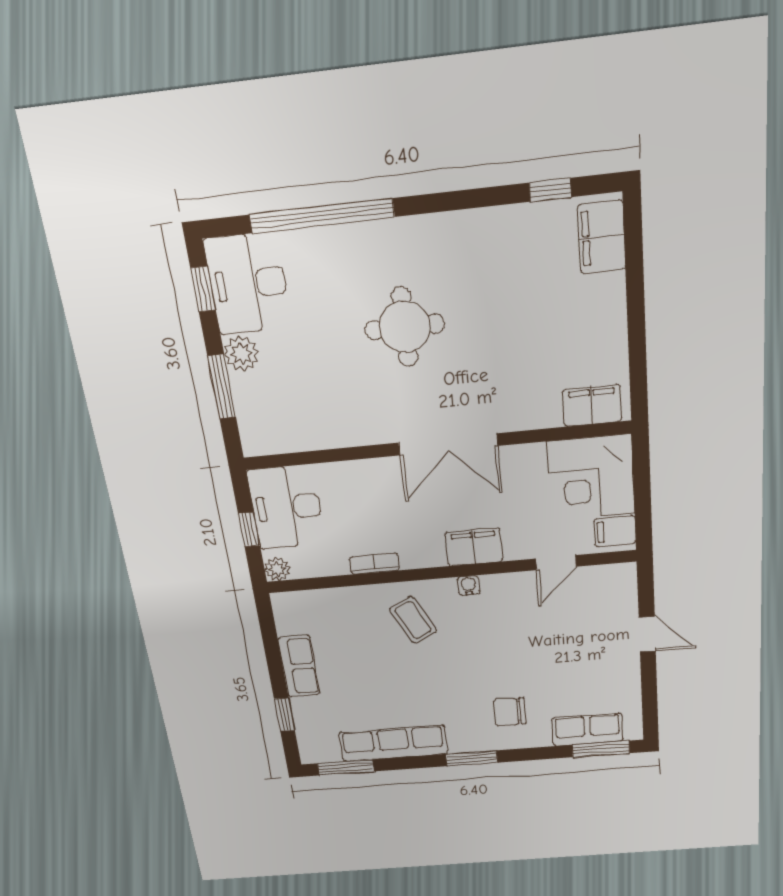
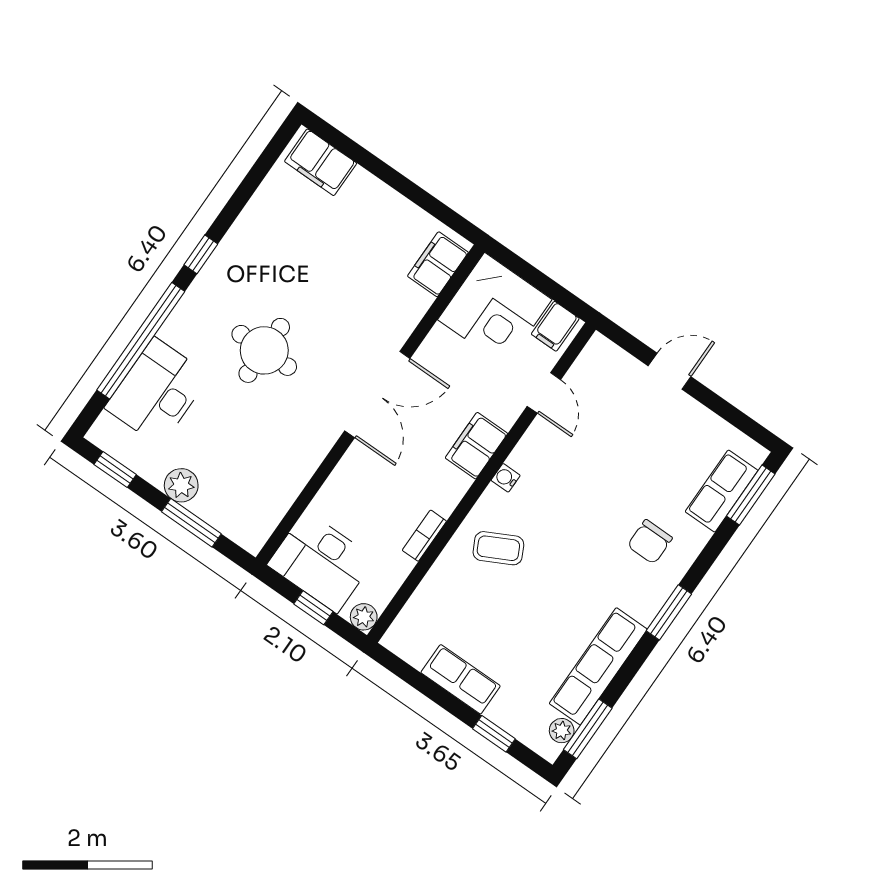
window: (550, 190) -> (201, 254), moved
desk: (248, 284) -> (157, 392), moved, turned 90
plant: (329, 753) -> (562, 731), added

